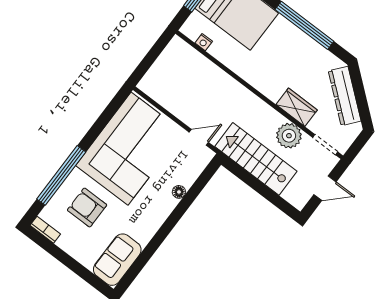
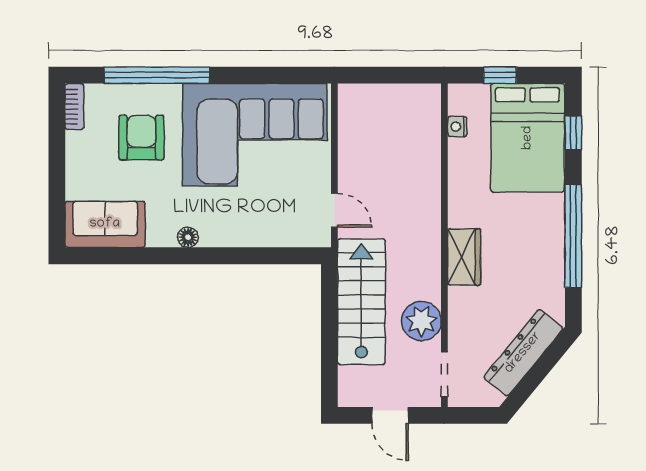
wardrobe: (297, 107) -> (464, 257), moved
floor lamp: (179, 192) -> (188, 237), moved

